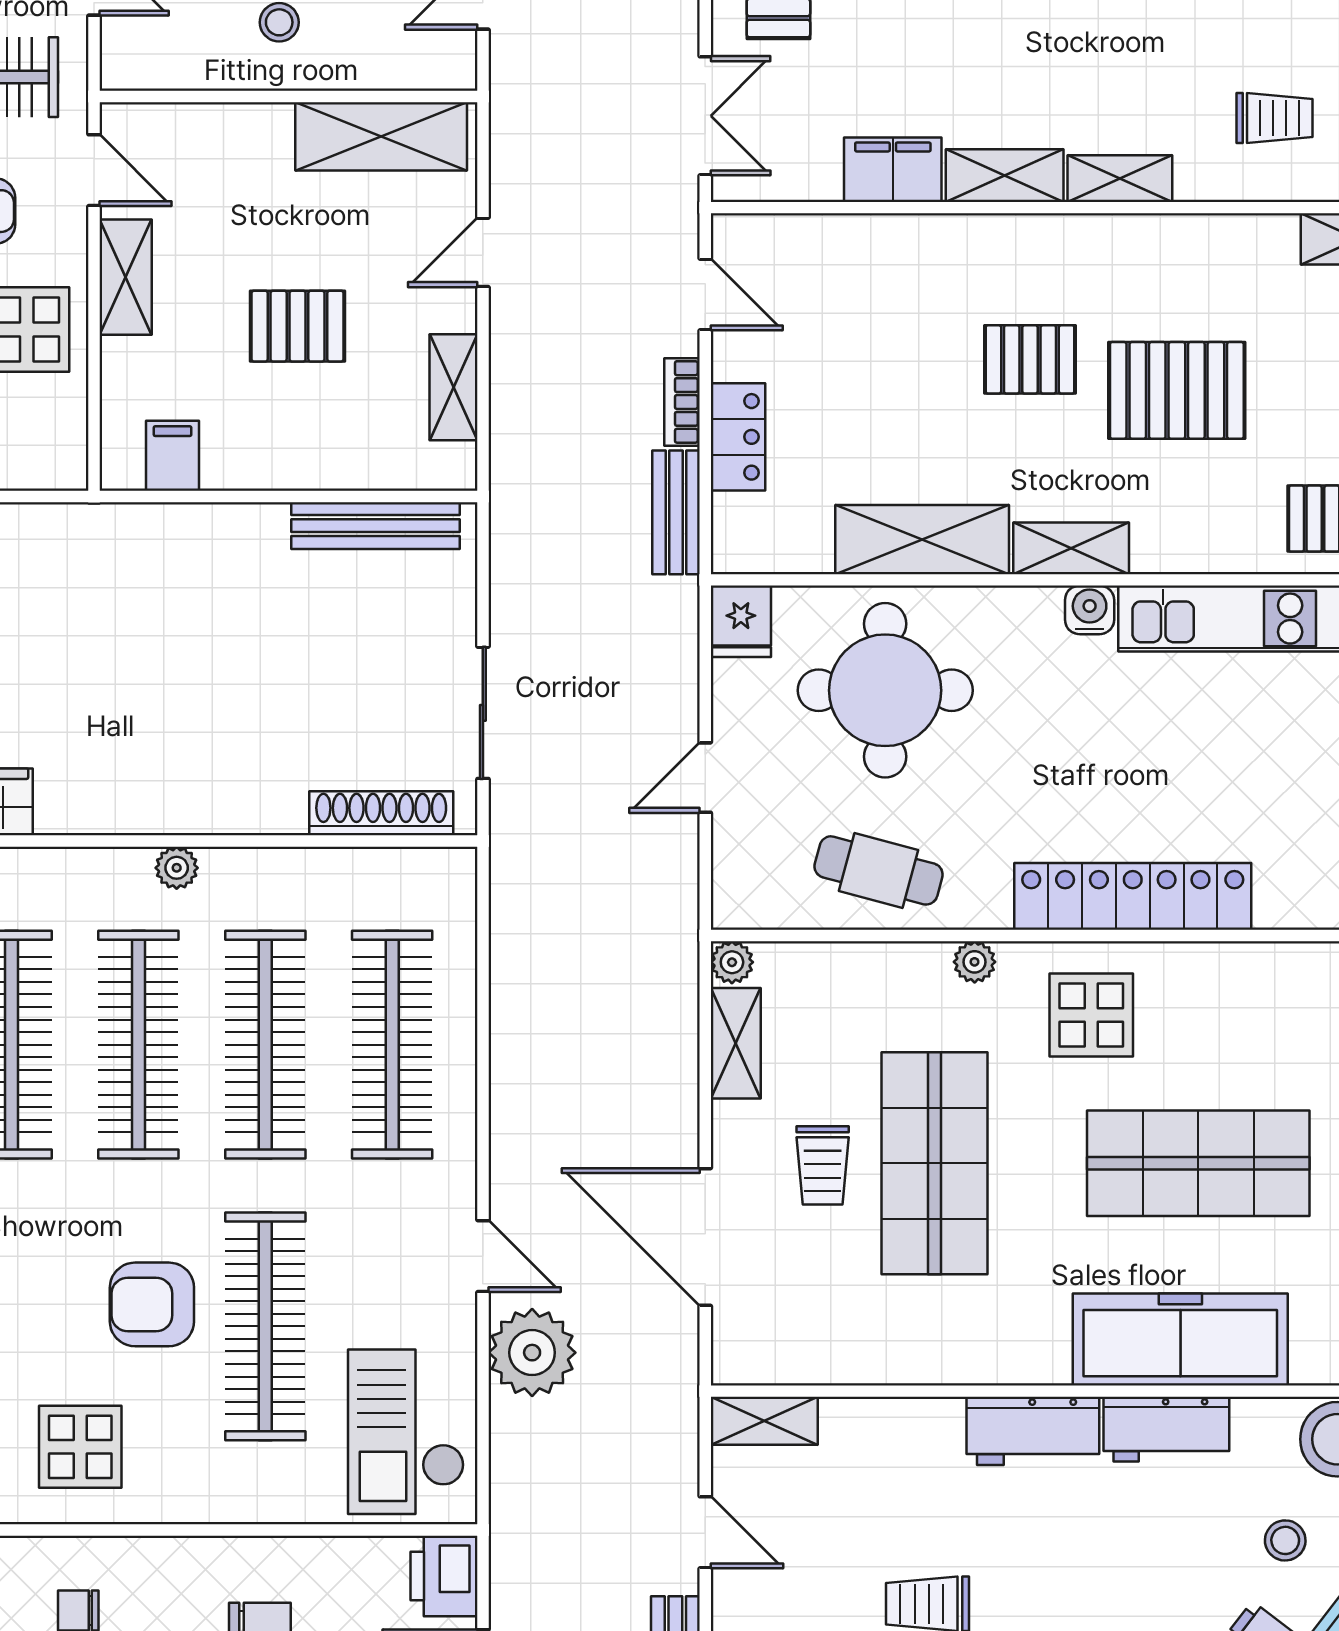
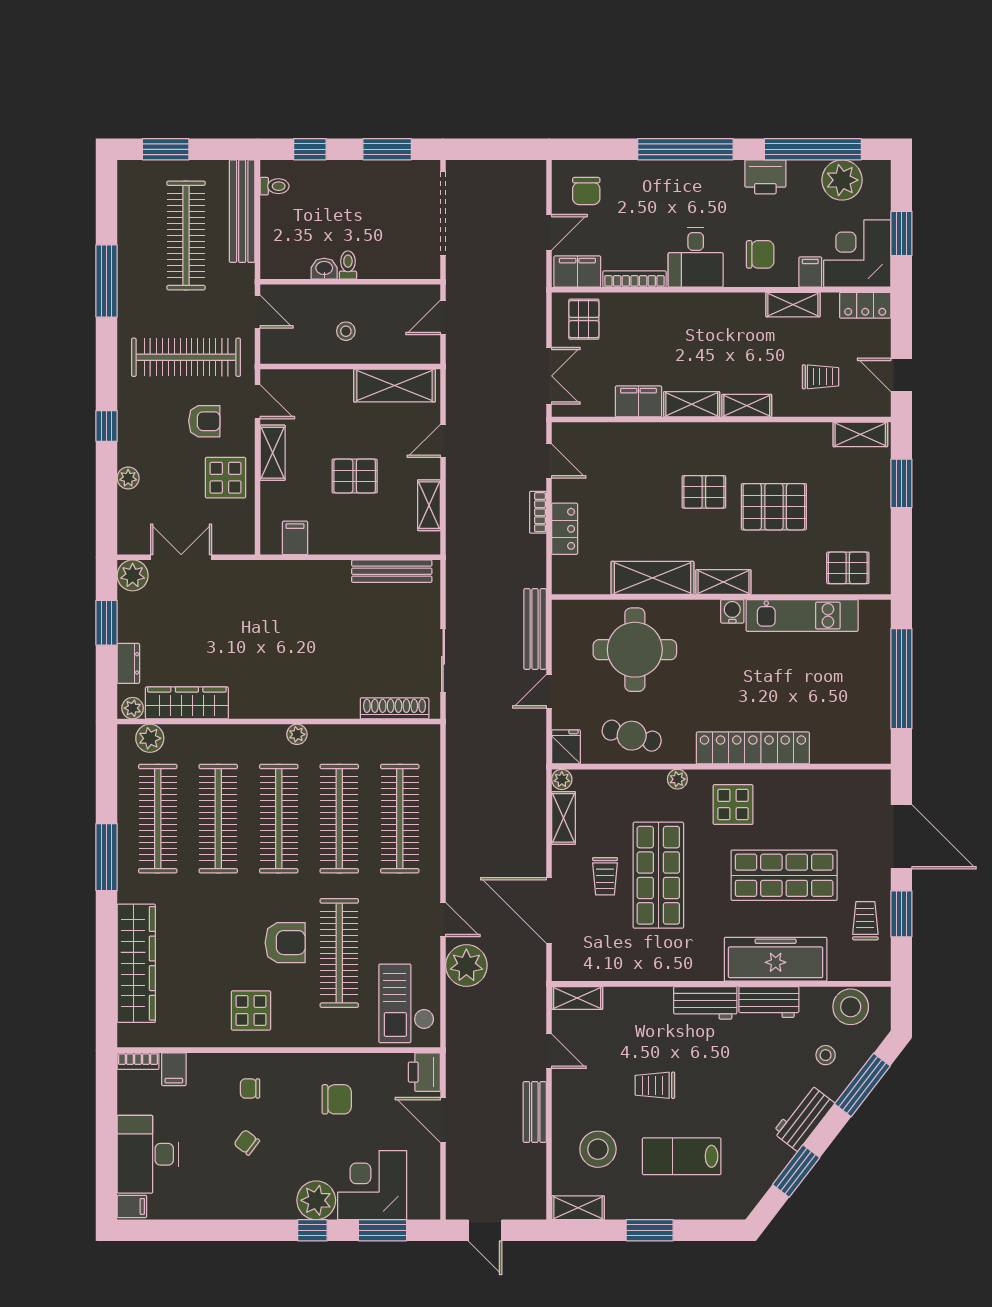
bench: (676, 512) -> (535, 629), moved, width x1.36
fridge: (741, 621) -> (566, 747), moved, turned 180
armchair: (152, 1304) -> (285, 943), turned 180

